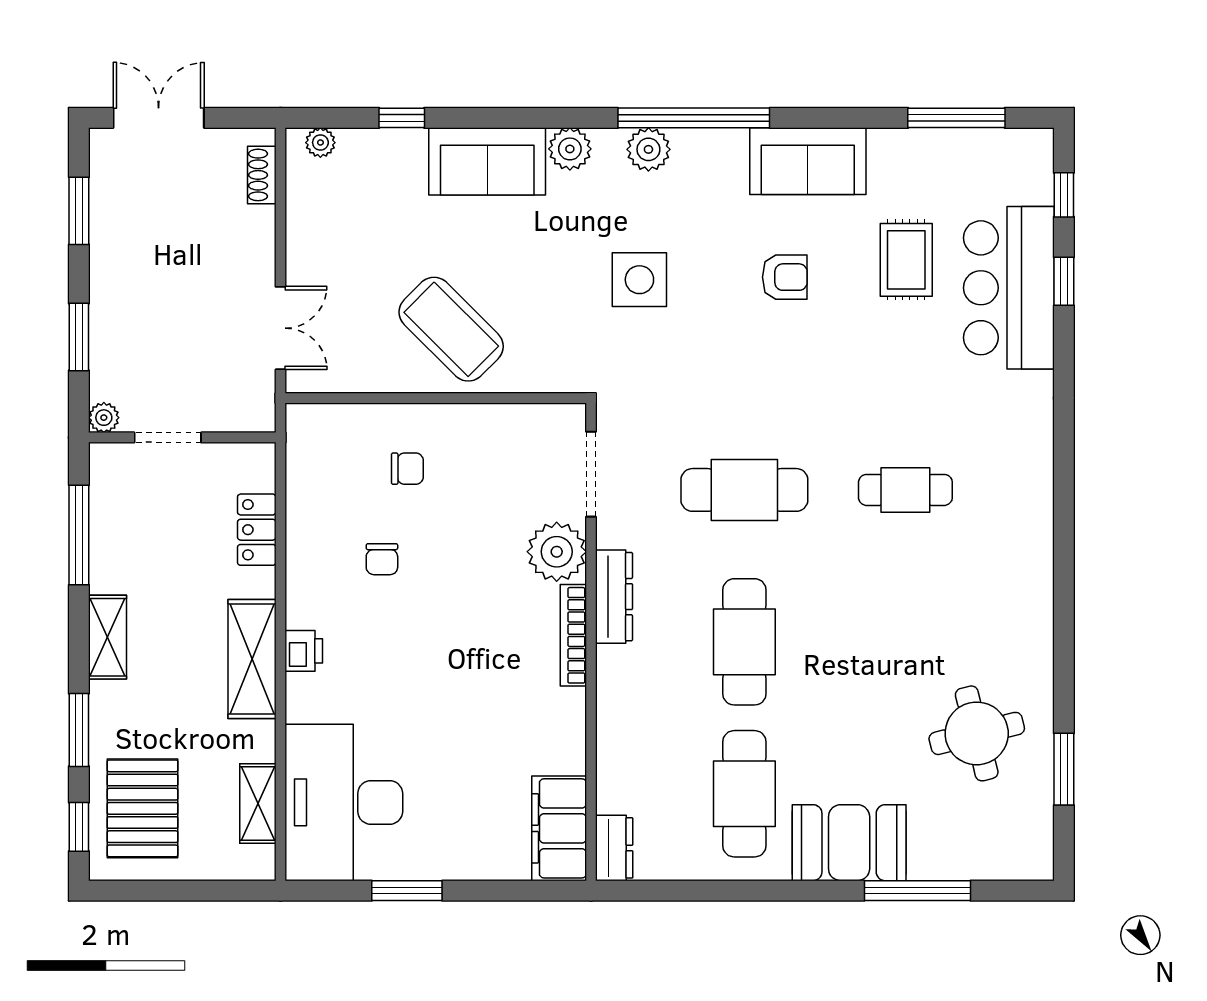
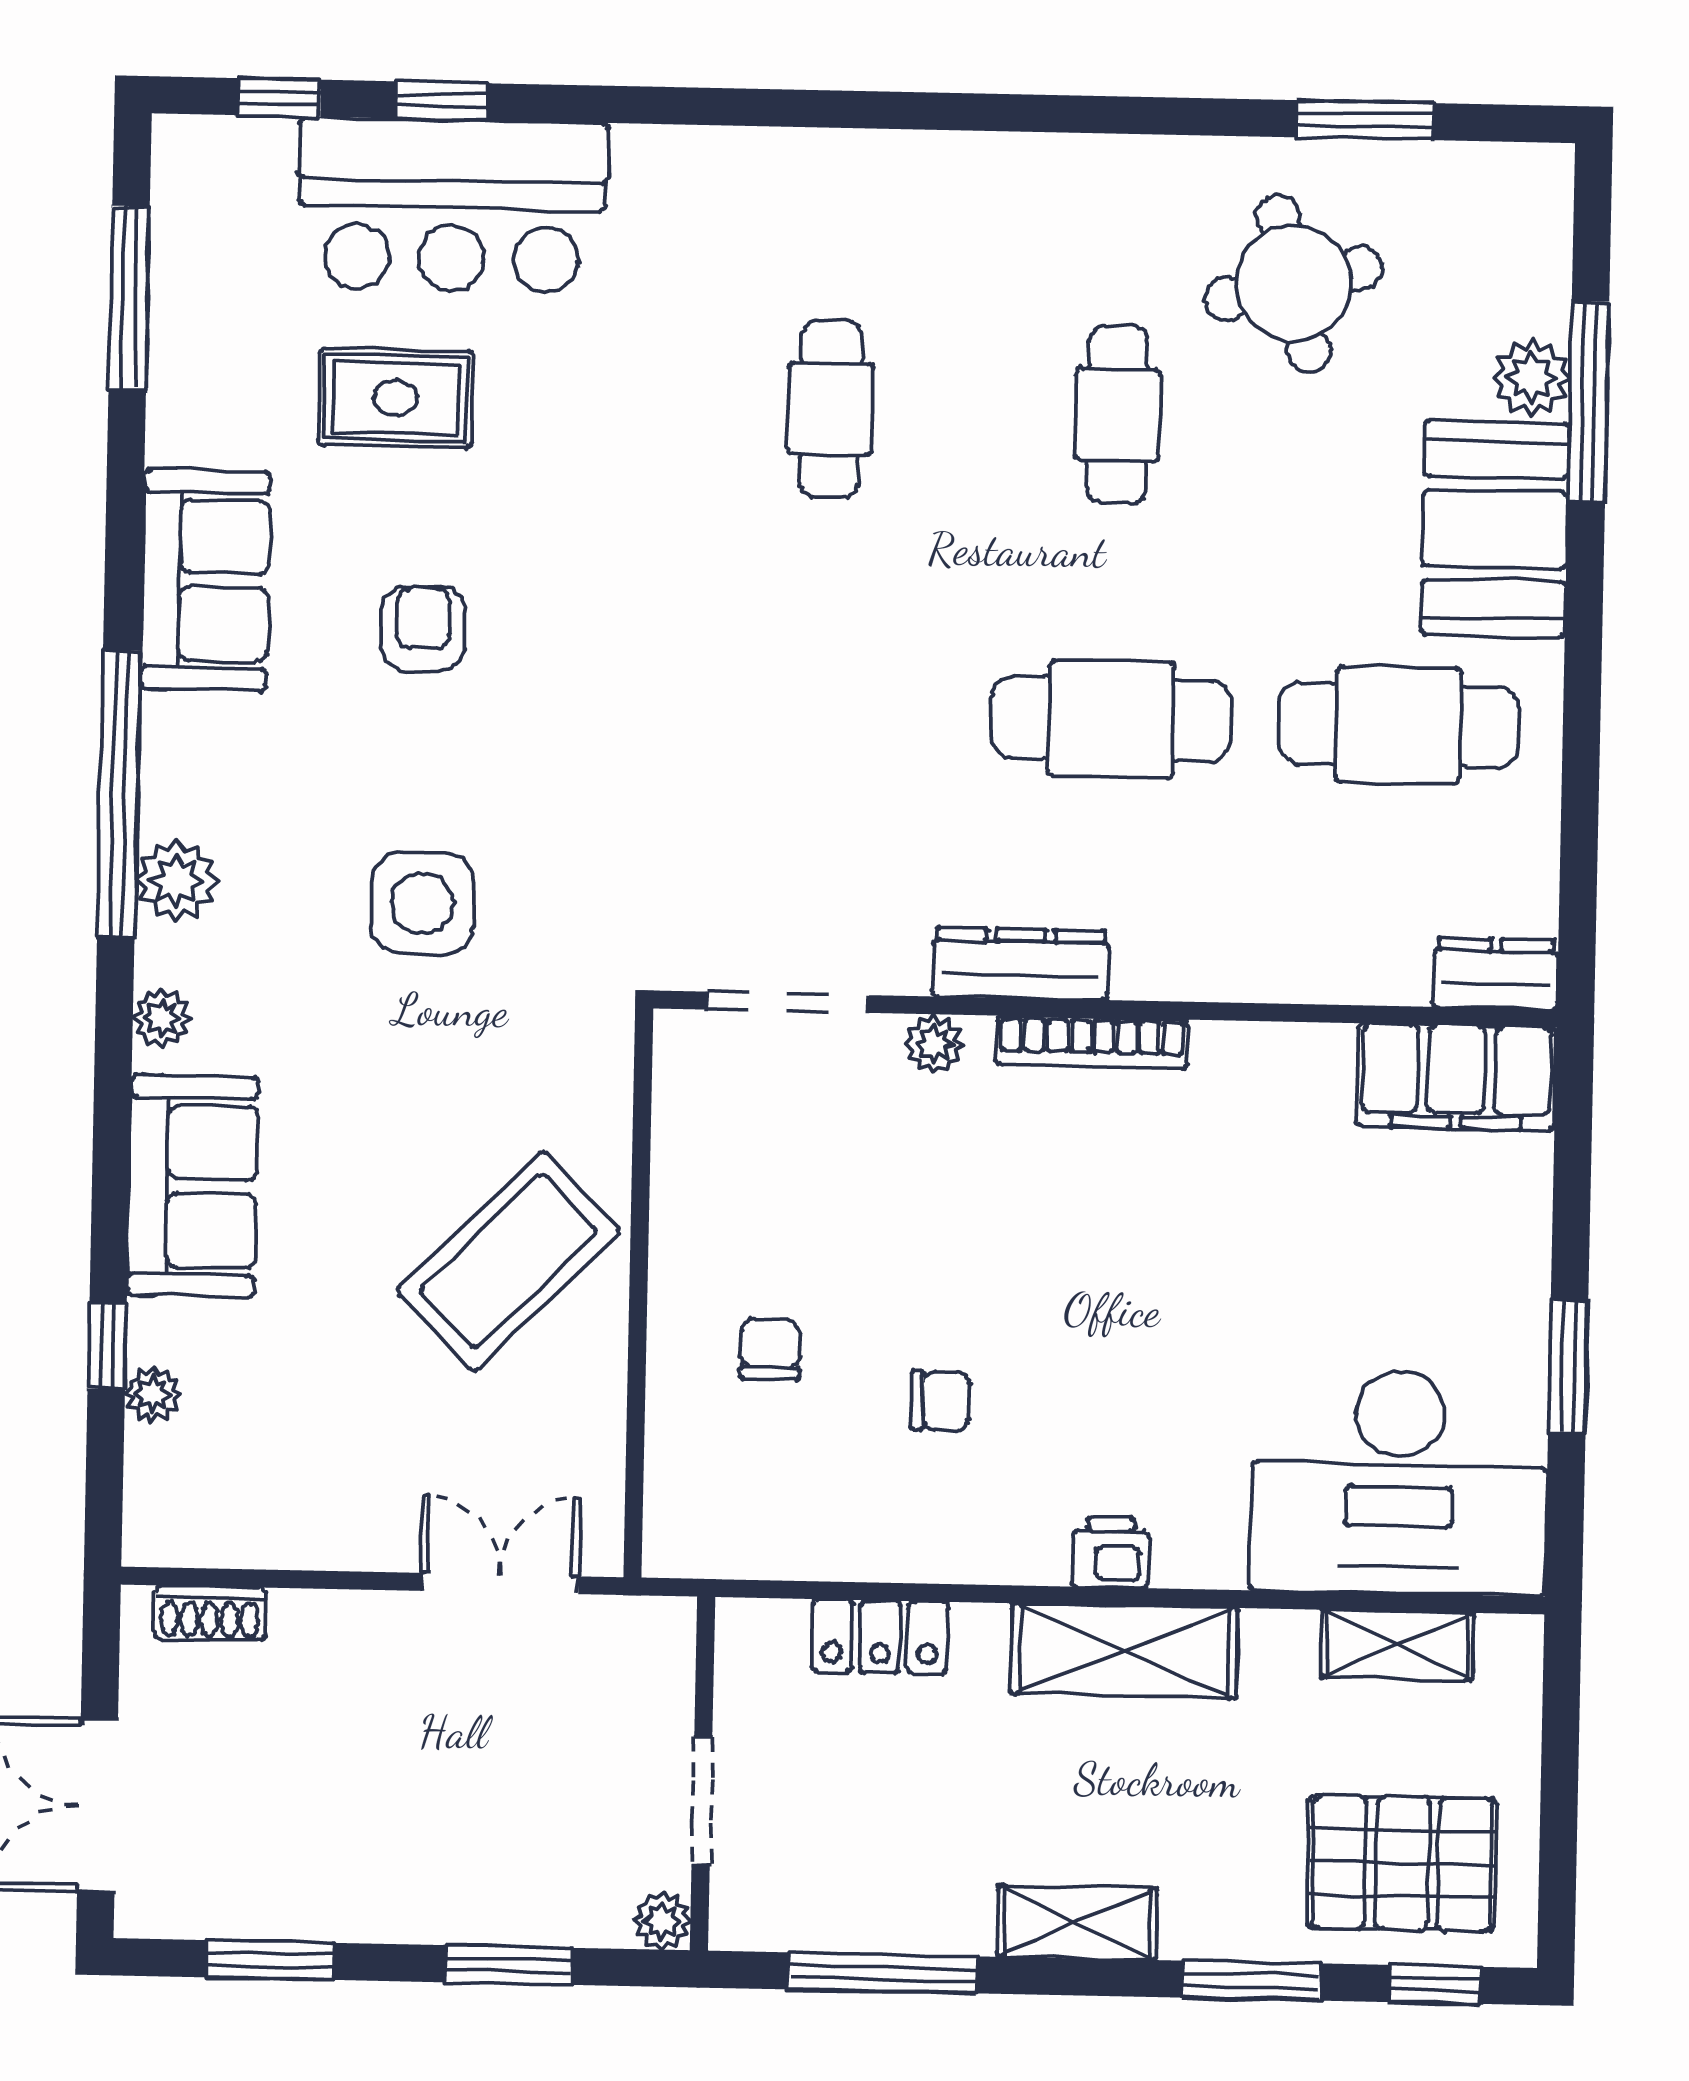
plant: (320, 143) -> (153, 1394), moved
plant: (570, 149) -> (162, 1018), width x0.73, depth x0.73
cafe table: (744, 490) -> (1118, 415), moved, width x0.73, depth x0.74
plant: (557, 552) -> (934, 1044), width x0.53, depth x0.53
plant: (930, 860) -> (1532, 378), added

